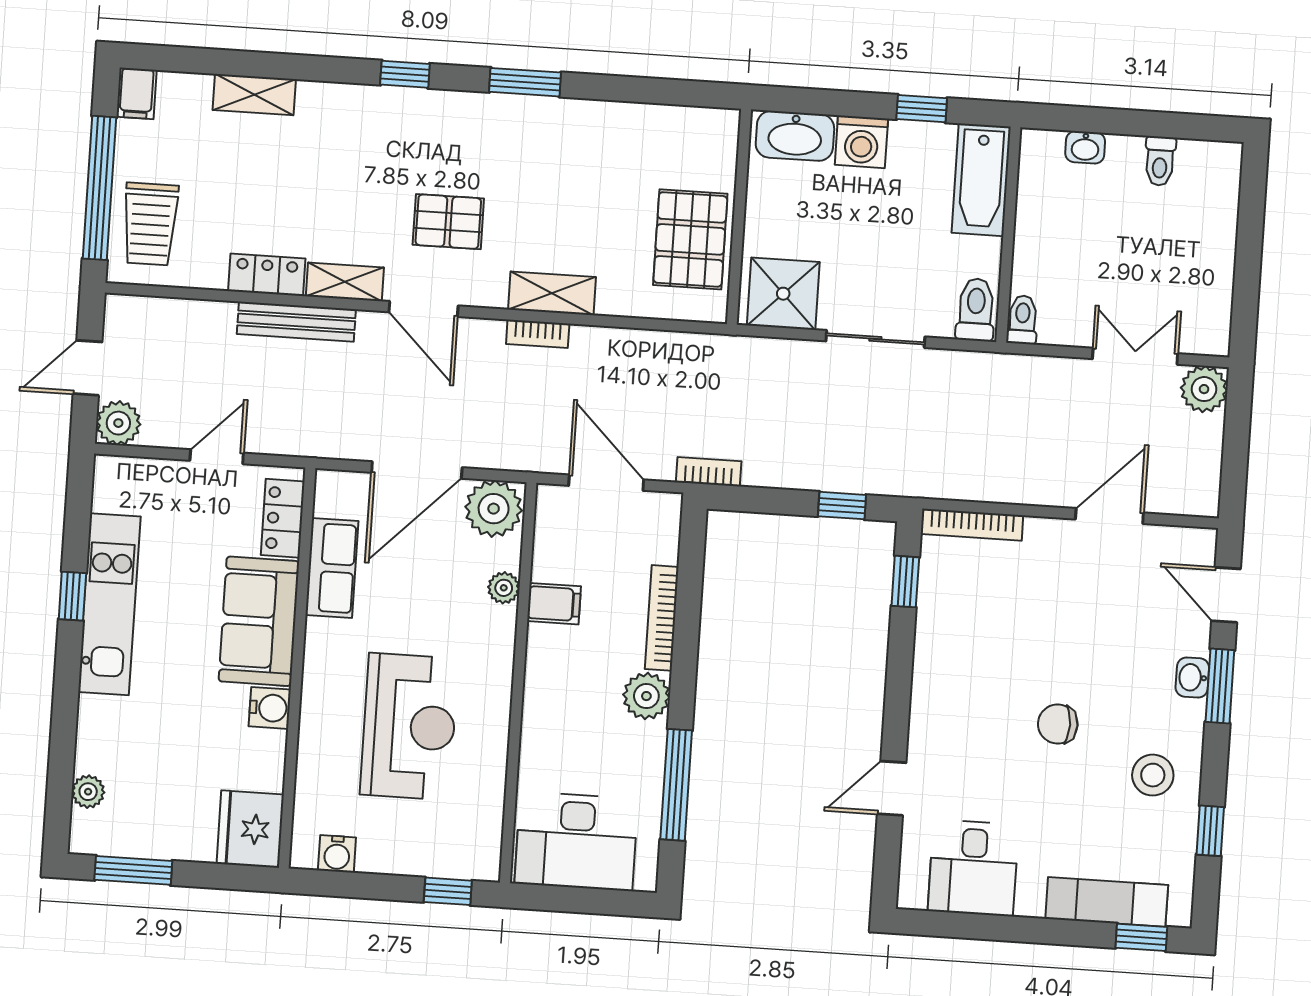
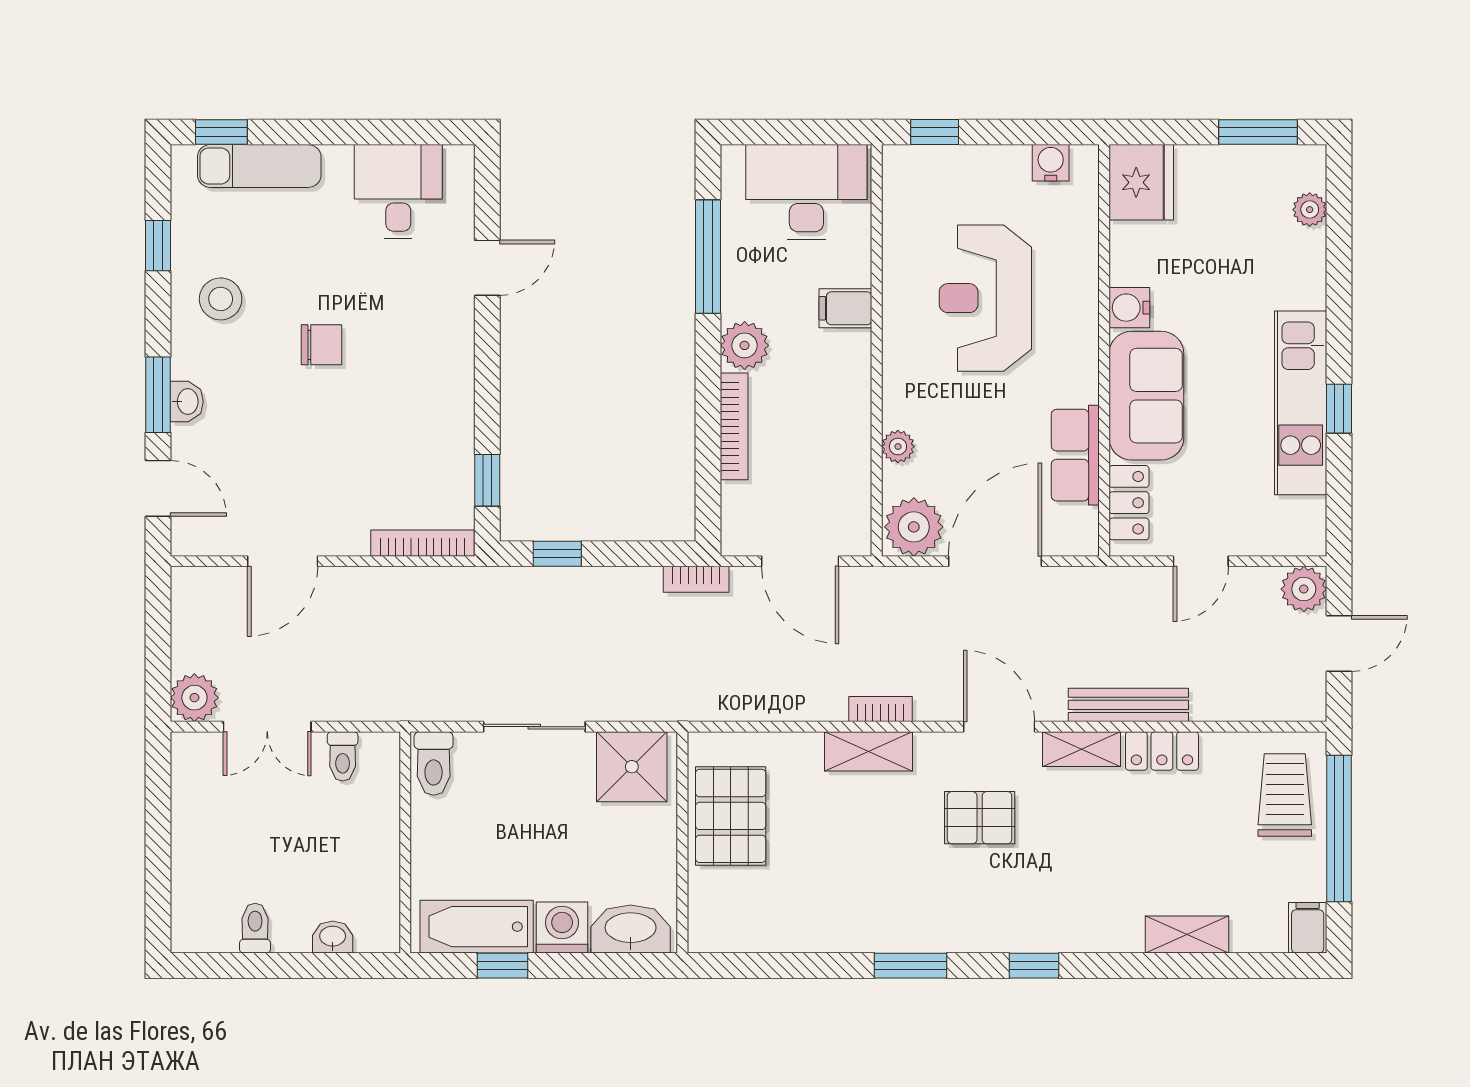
bathtub: (981, 180) -> (477, 927), moved, turned -90
toilet: (1022, 320) -> (343, 756), moved
filing cabinet: (554, 604) -> (845, 308), moved

